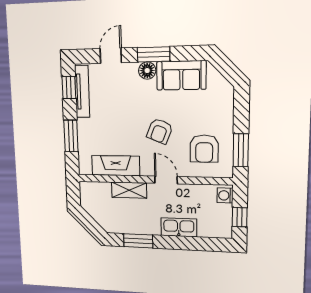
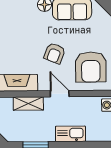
armchair: (204, 149) -> (91, 67), width x1.36, depth x1.36

